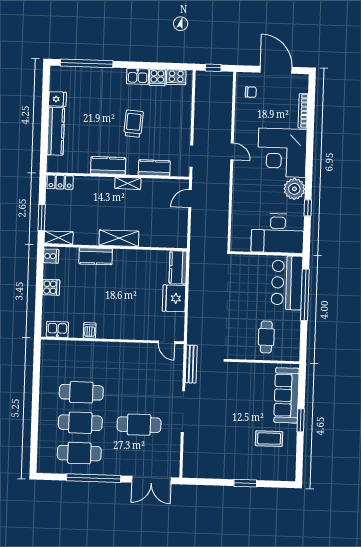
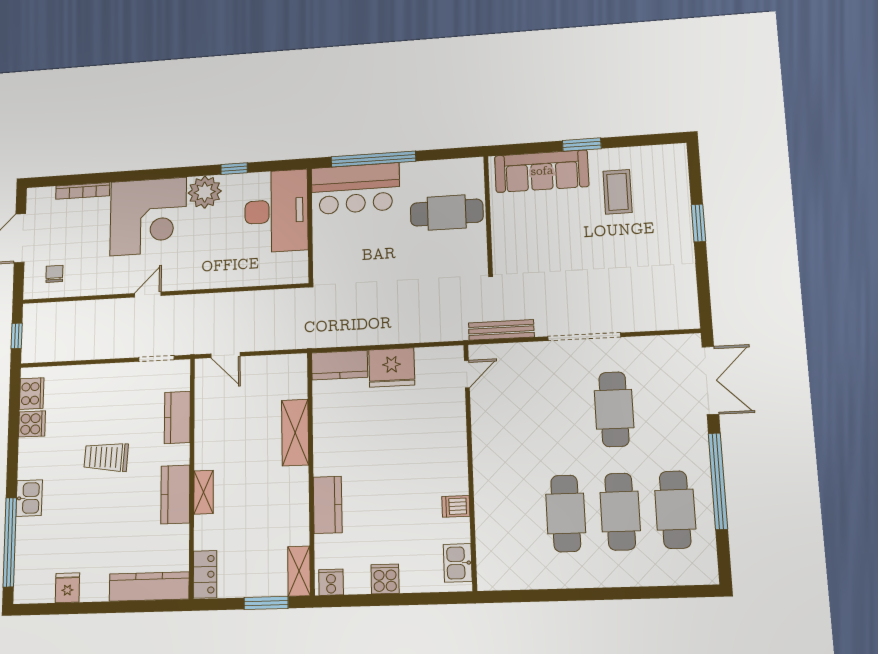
kitchen sink: (138, 76) -> (29, 498), moved
kitchen counter: (56, 131) -> (149, 586), moved
shelving: (128, 183) -> (204, 492), moved
shelving: (119, 238) -> (295, 433), moved
cafe table: (266, 337) -> (447, 213), width x1.37, depth x1.35

